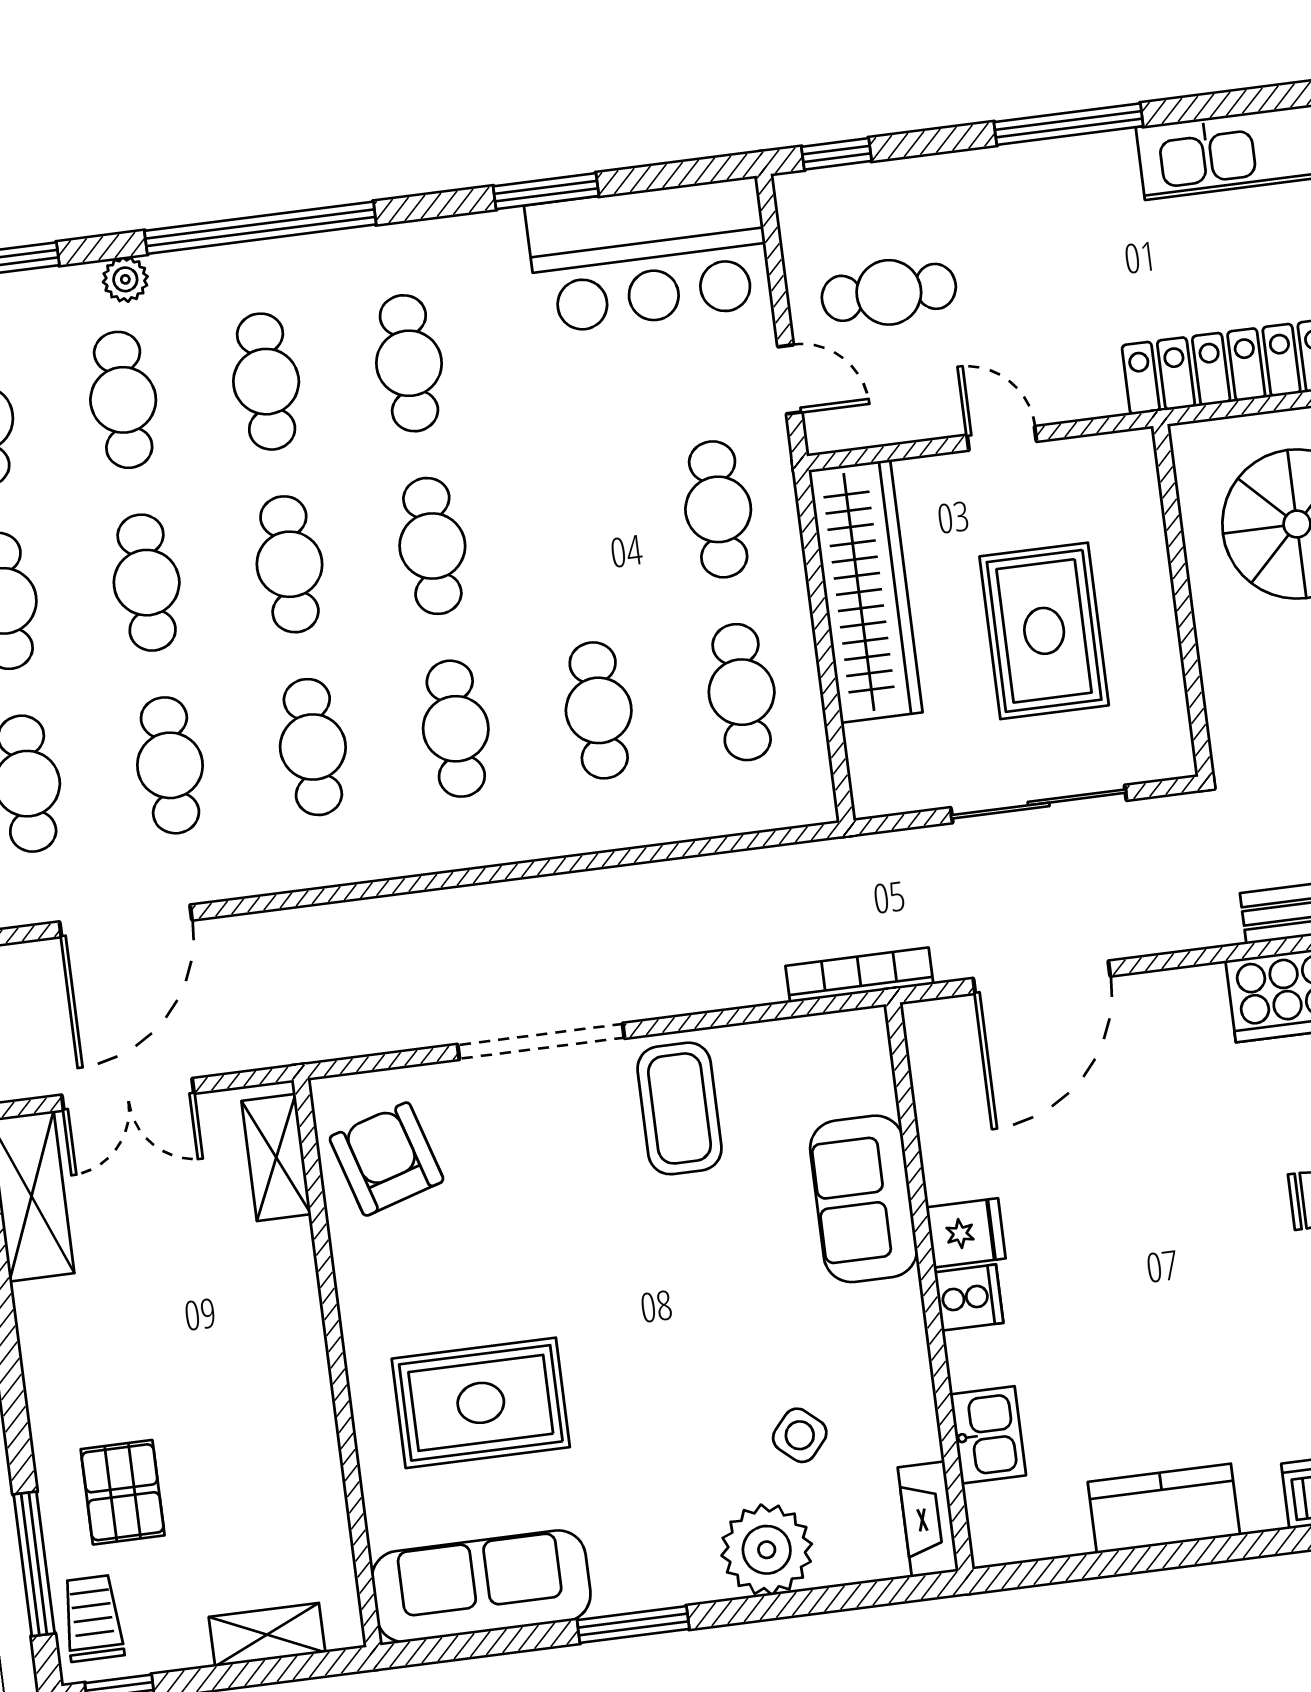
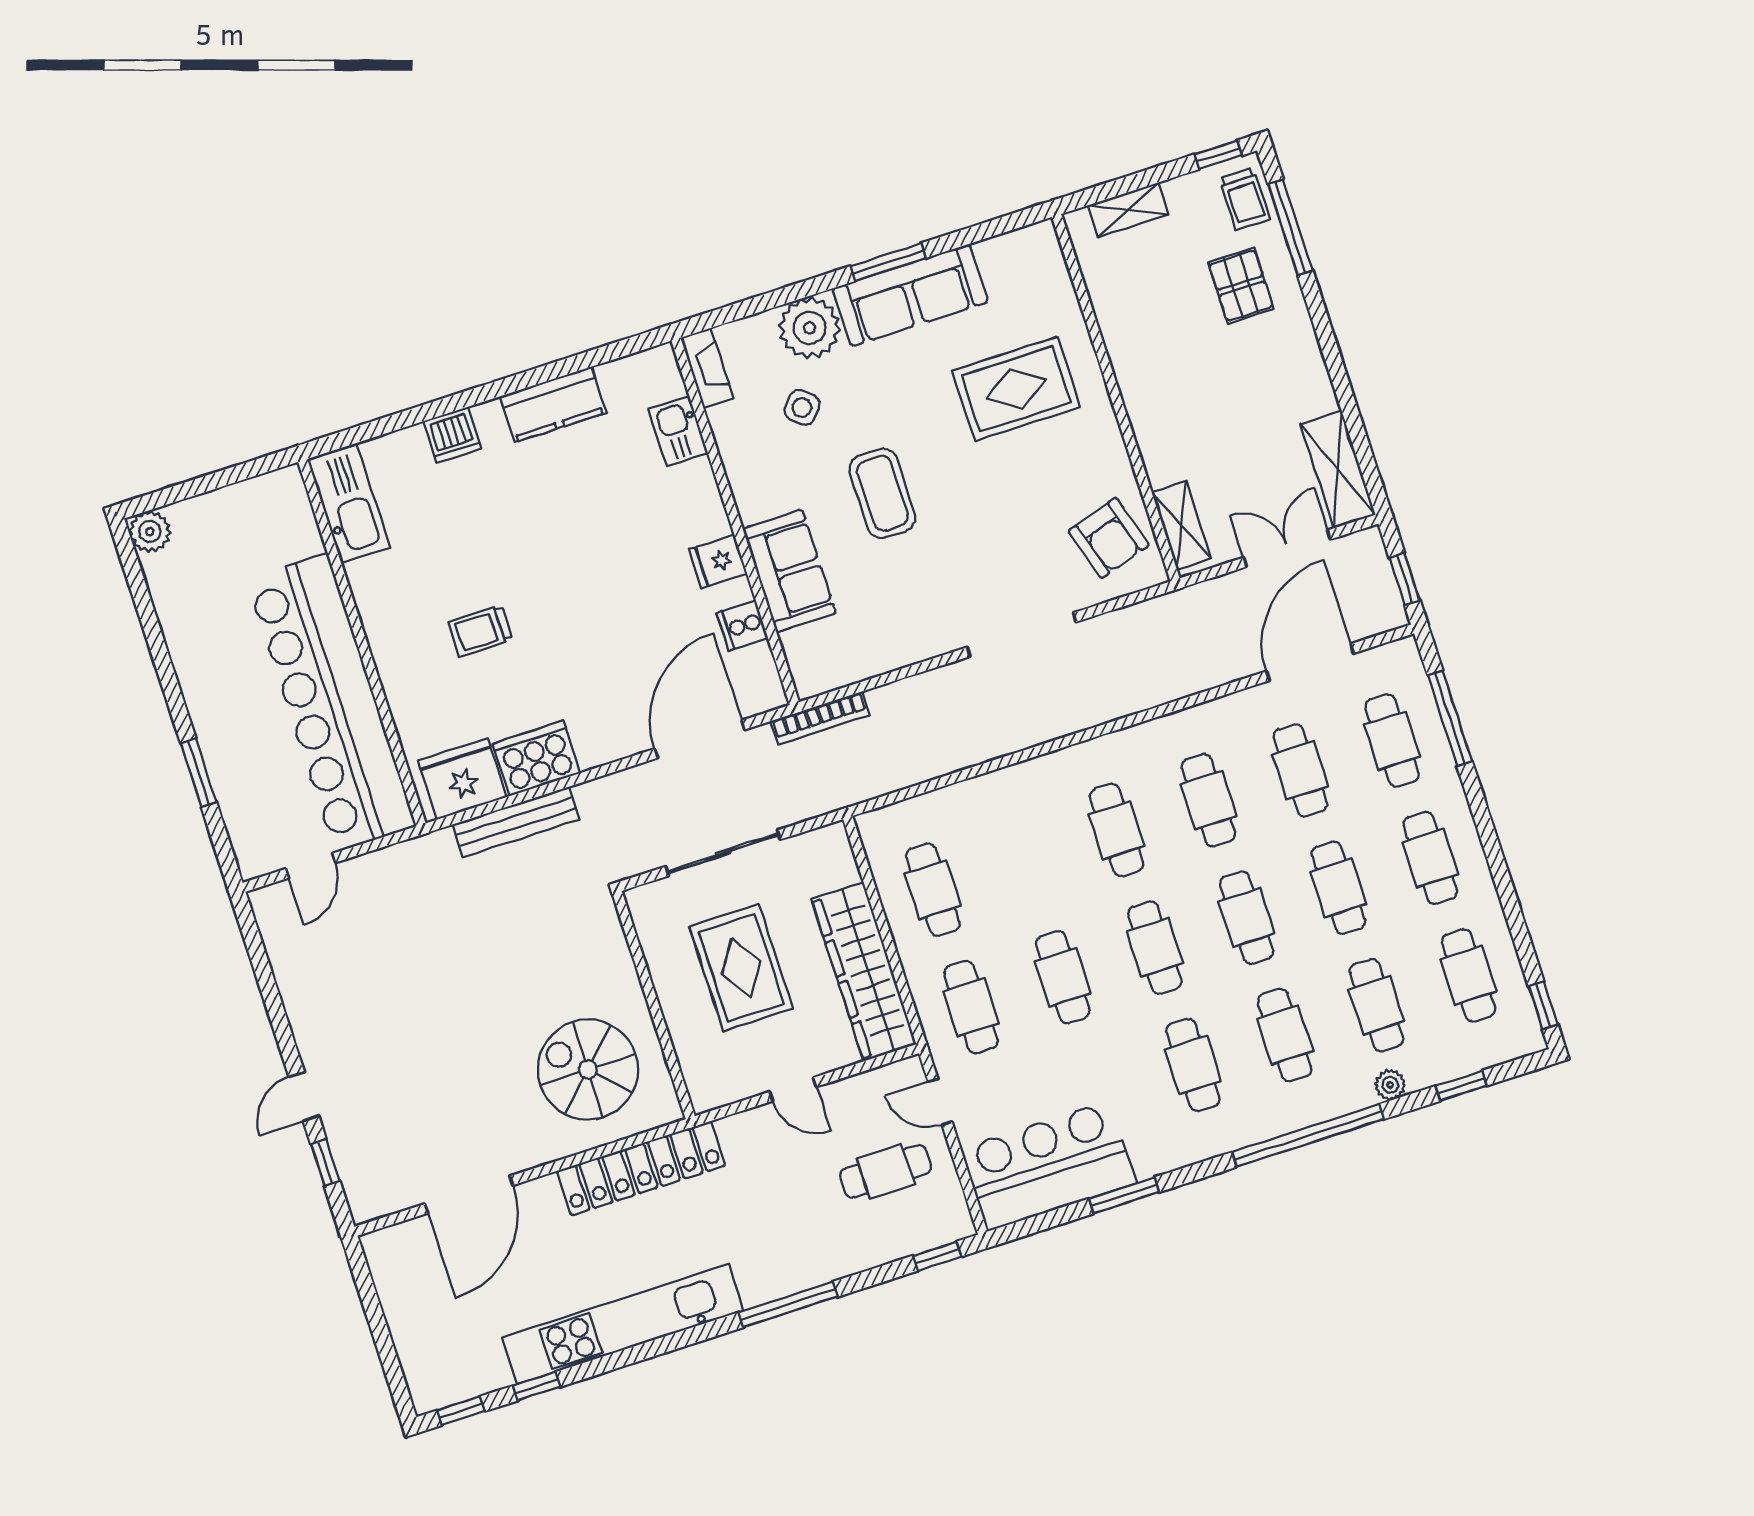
cafe table: (599, 710) -> (1063, 977), moved
coffee table: (680, 1108) -> (882, 493), moved
cooker: (969, 1298) -> (742, 626), moved
sofa: (481, 1586) -> (910, 295), moved

